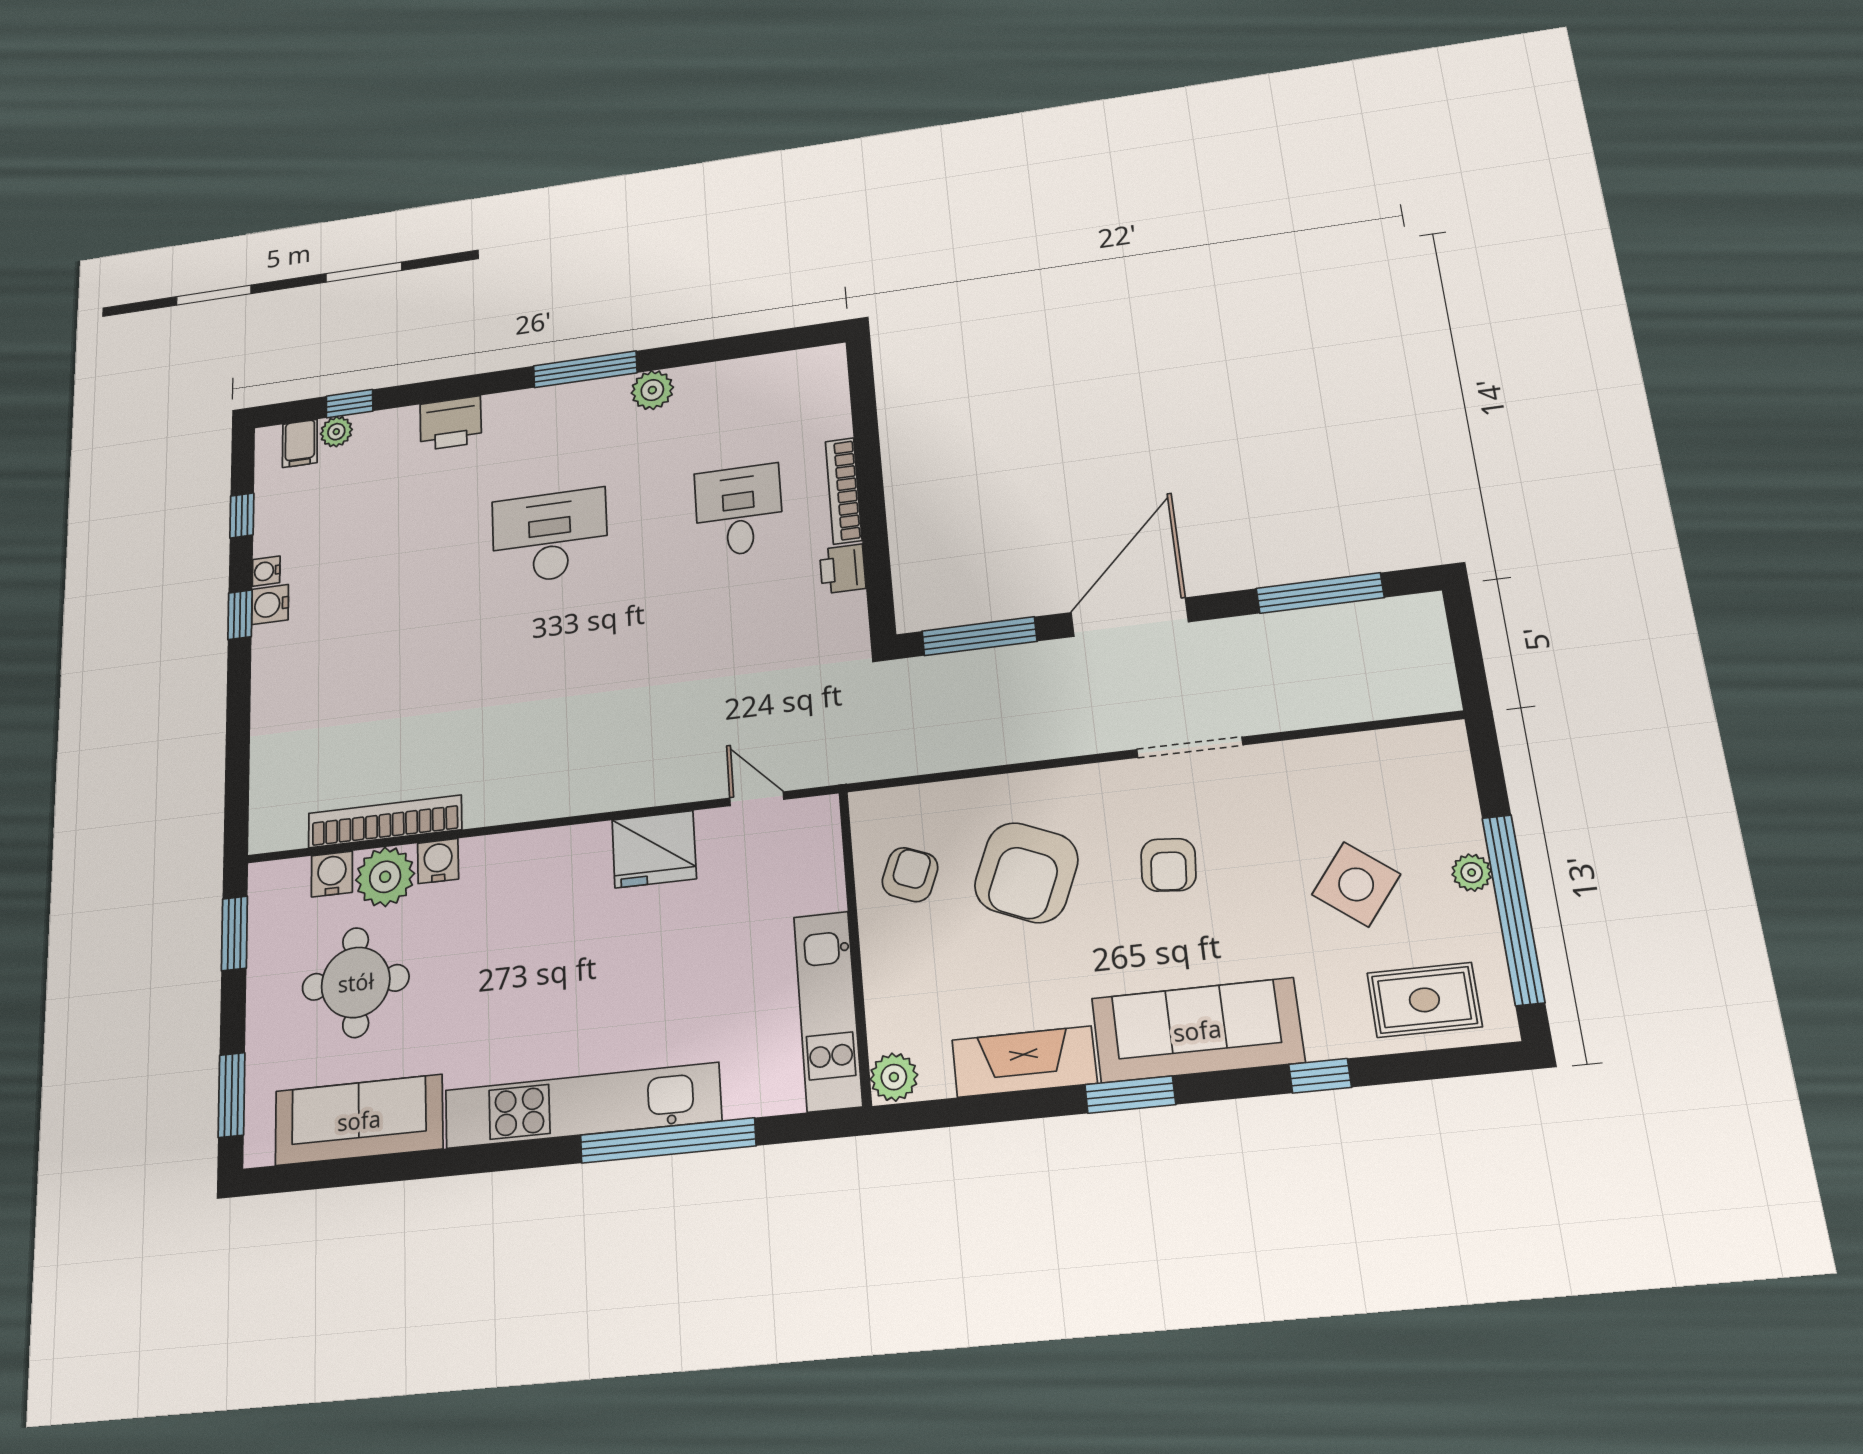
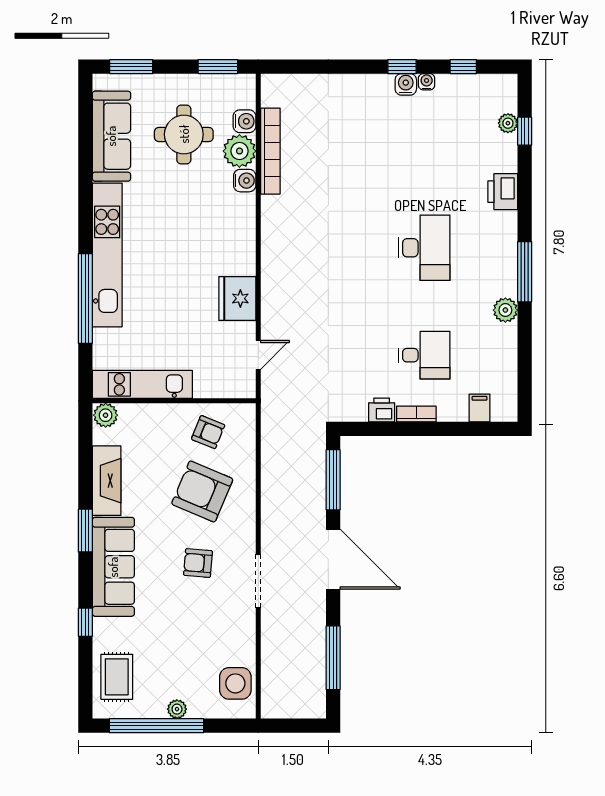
filing cabinet: (300, 443) -> (480, 408), moved, turned 90
bookcase: (844, 491) -> (416, 414), width x0.64
side table: (1356, 884) -> (235, 683), moved, turned -38

